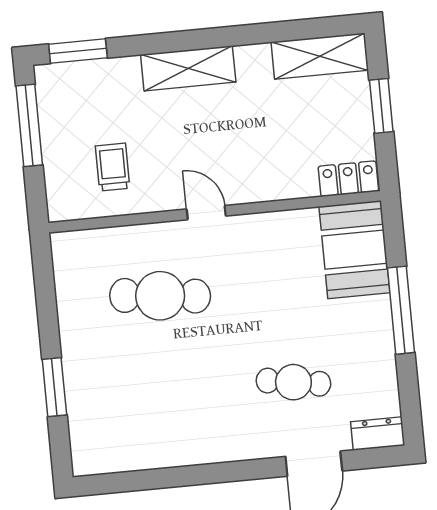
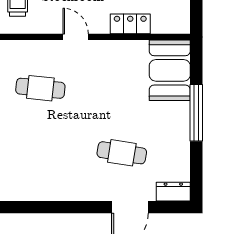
locker: (348, 179) -> (130, 24), moved
cafe table: (160, 296) -> (40, 88), width x0.73, depth x0.74

